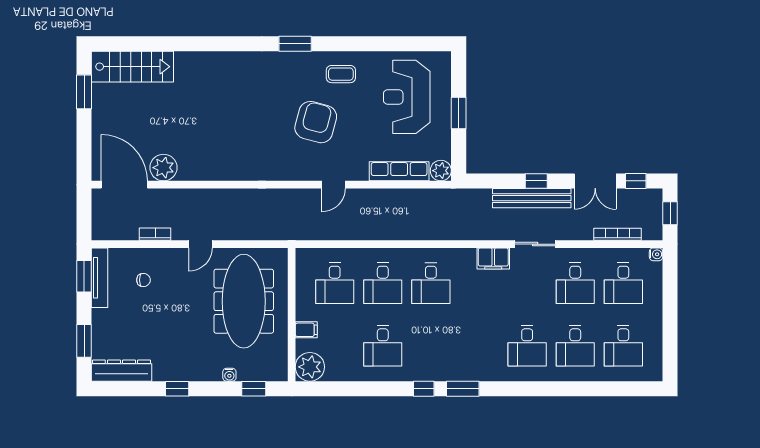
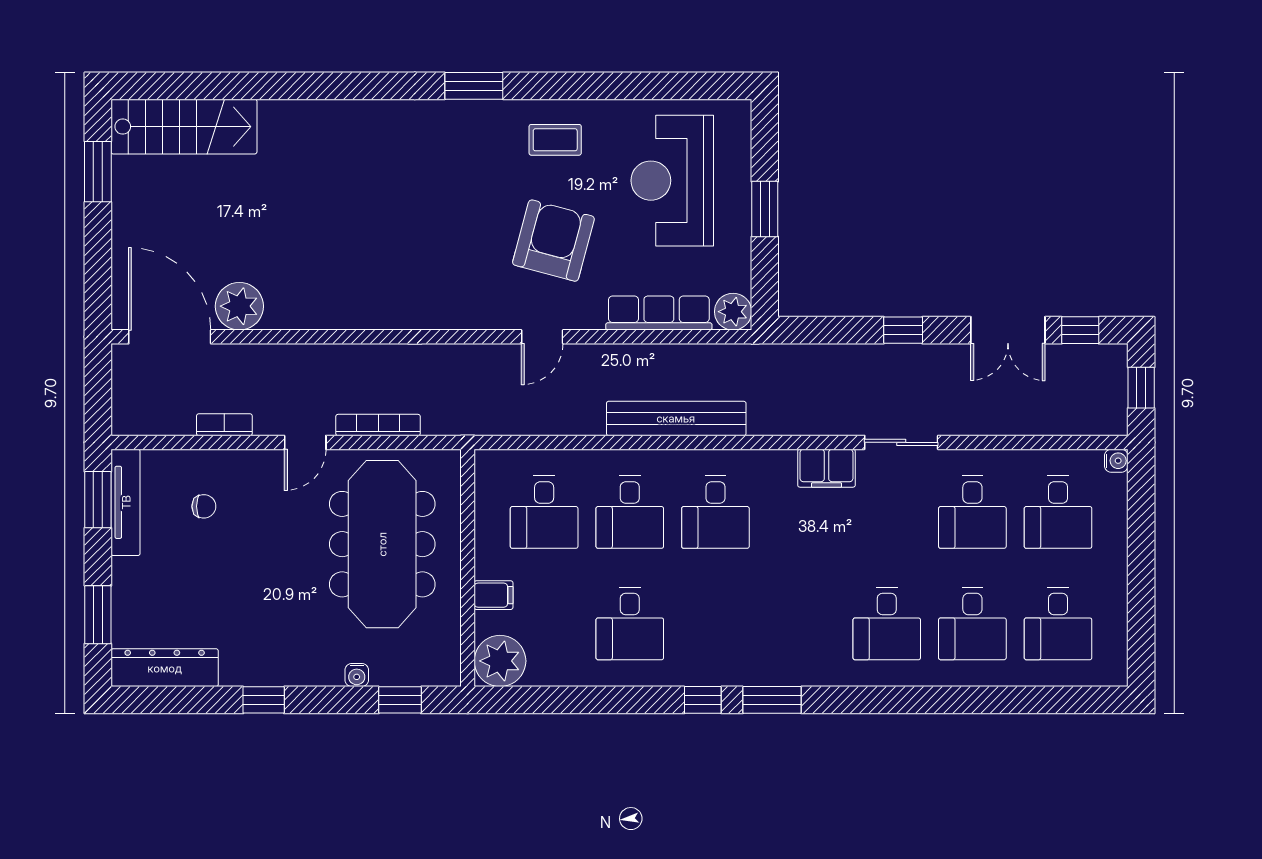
armchair: (316, 122) -> (553, 241), moved
bench: (532, 198) -> (676, 418), moved
bookcase: (617, 234) -> (378, 425), moved

